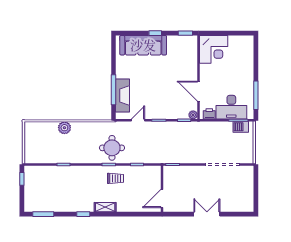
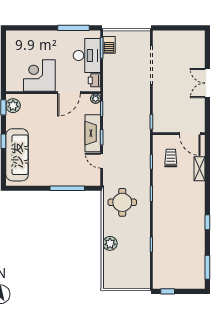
plant: (187, 42) -> (13, 106), added
corner desk: (214, 49) -> (39, 75), moved, turned -90
fireplace: (122, 96) -> (93, 133), moved, turned -90
round table: (112, 148) -> (122, 202), moved
trolley: (116, 178) -> (171, 158), moved
shelving: (105, 207) -> (199, 169), moved

